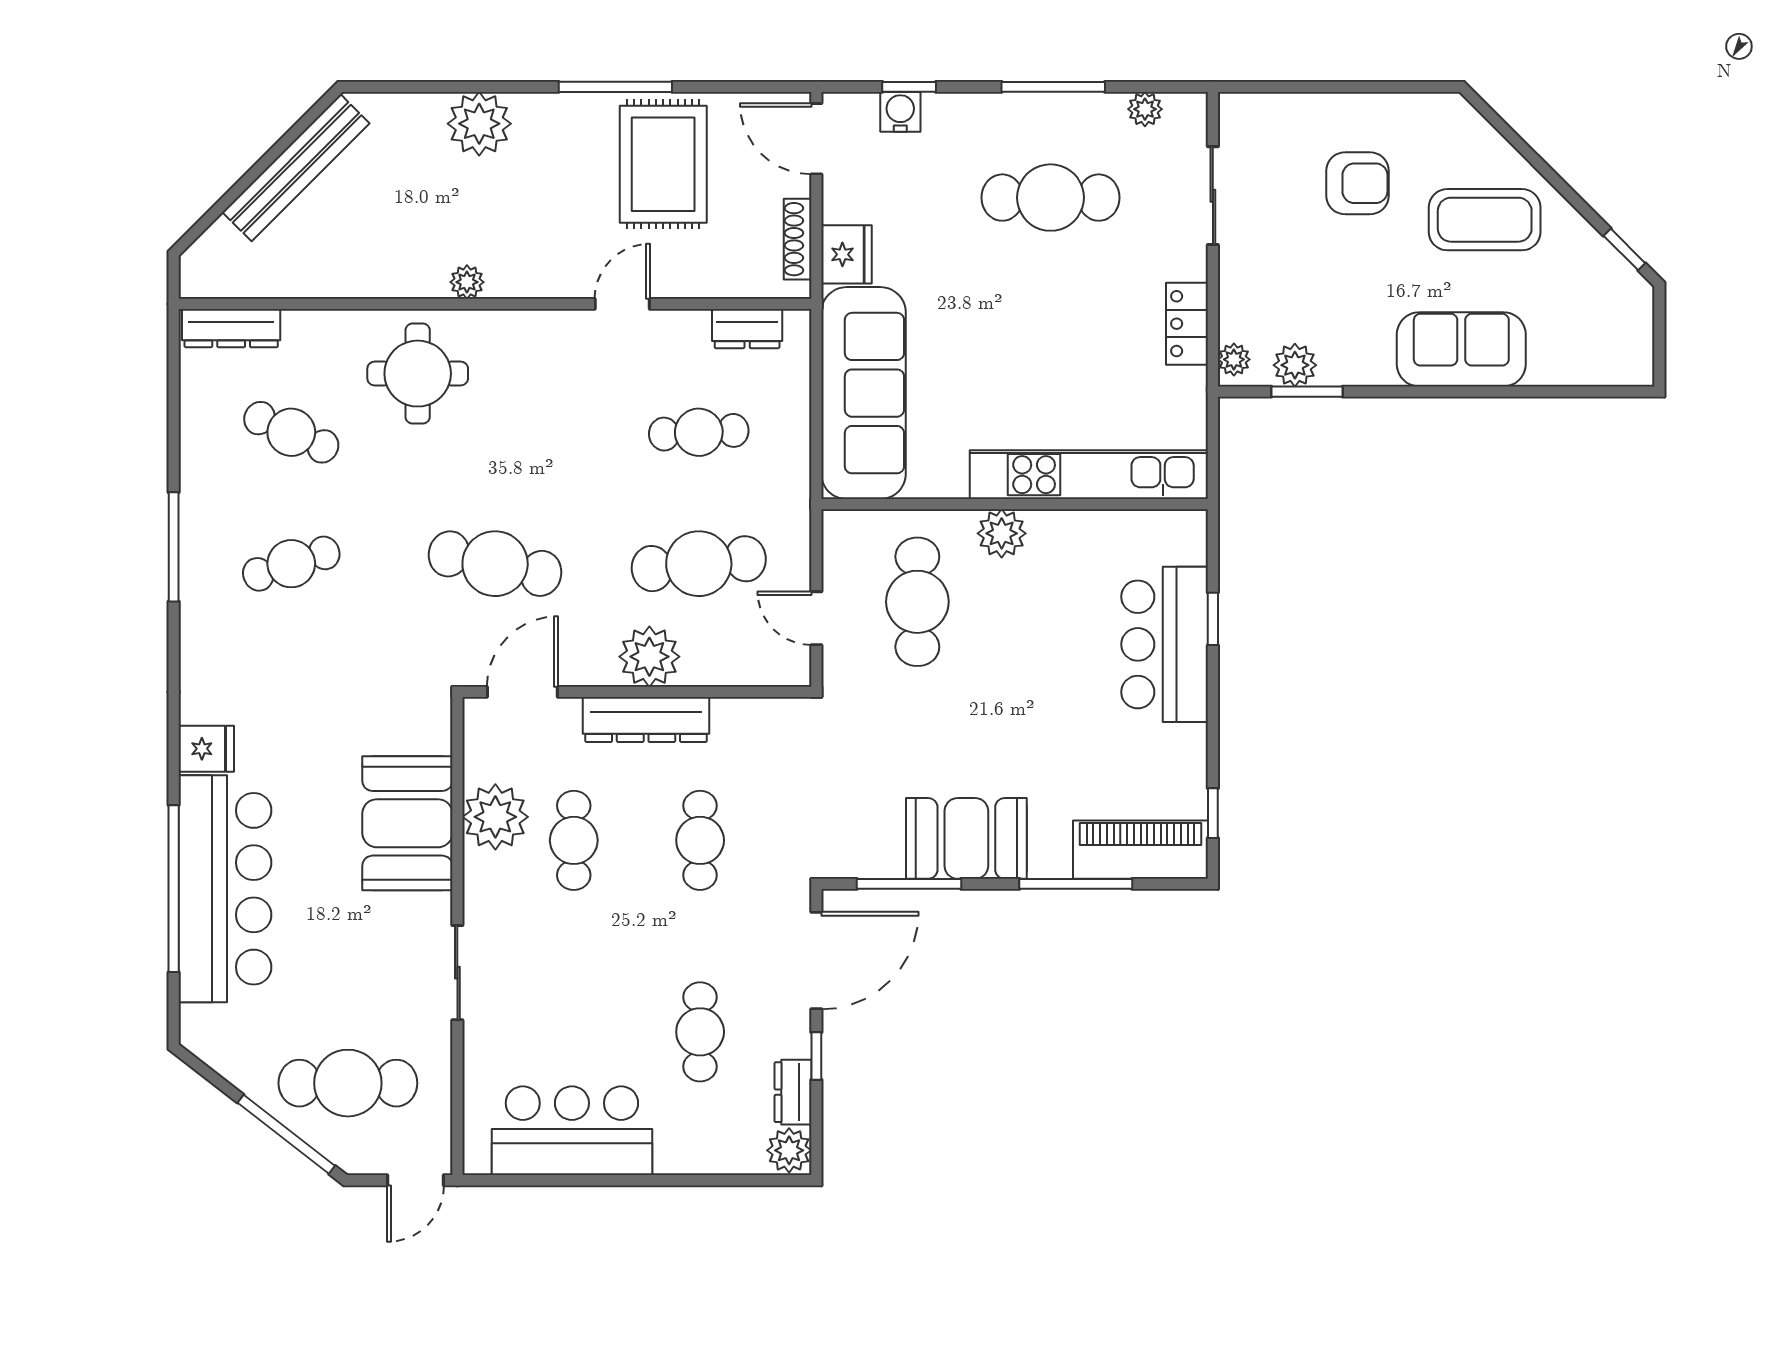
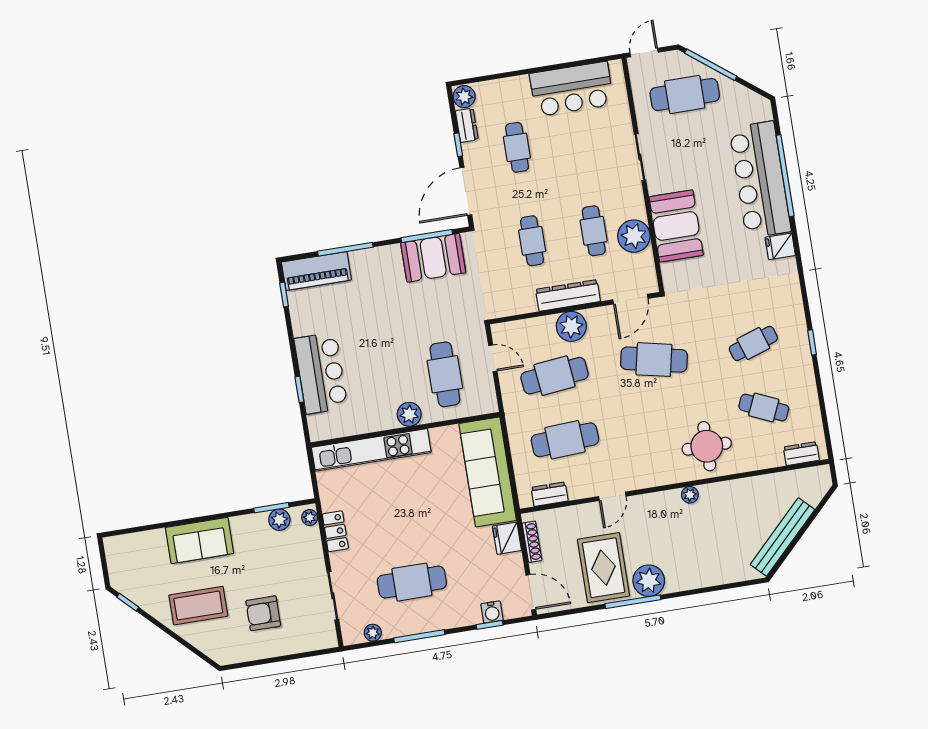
plant: (479, 124) -> (649, 581), moved
dresser: (231, 328) -> (801, 454), width x0.70
cafe table: (699, 432) -> (565, 440), width x1.37, depth x1.35
window: (174, 547) -> (812, 342), width x0.46
booth: (966, 838) -> (433, 258), moved

